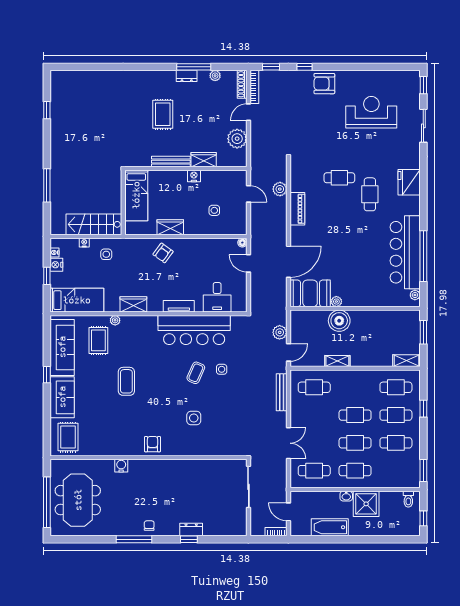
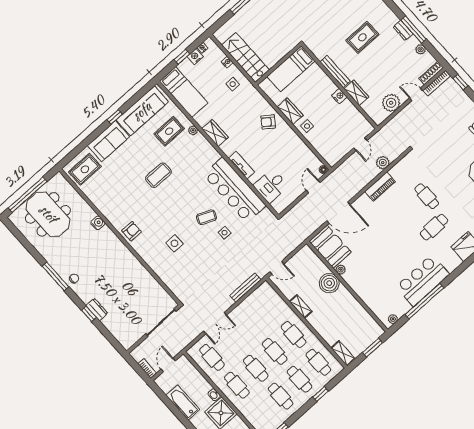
side table: (214, 210) -> (307, 126), moved
bar counter: (405, 252) -> (423, 280), width x0.73
plant: (280, 332) -> (285, 250), removed
cafe table: (314, 387) -> (294, 334), moved
meeting table: (78, 500) -> (48, 214), turned 90

